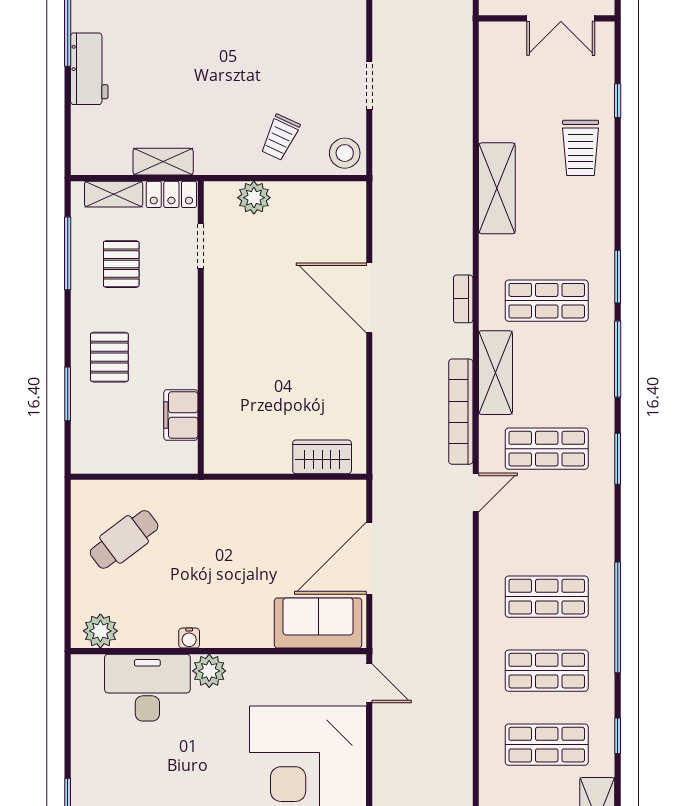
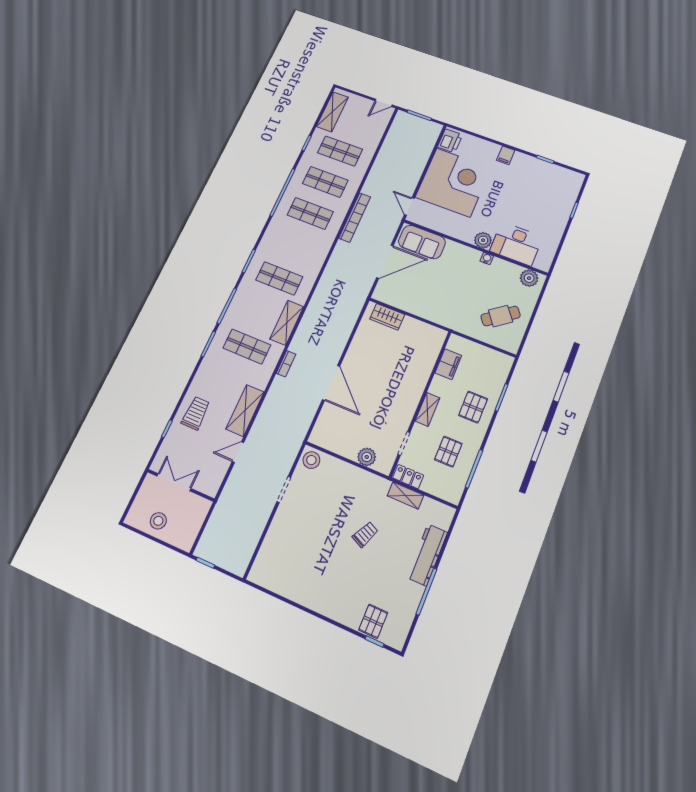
workbench: (89, 69) -> (427, 555), width x1.38
trolley: (280, 137) -> (365, 534), moved
shelving: (114, 194) -> (427, 409), moved, turned 90
bookcase: (461, 412) -> (355, 217), moved
door: (476, 492) -> (238, 452), moved

